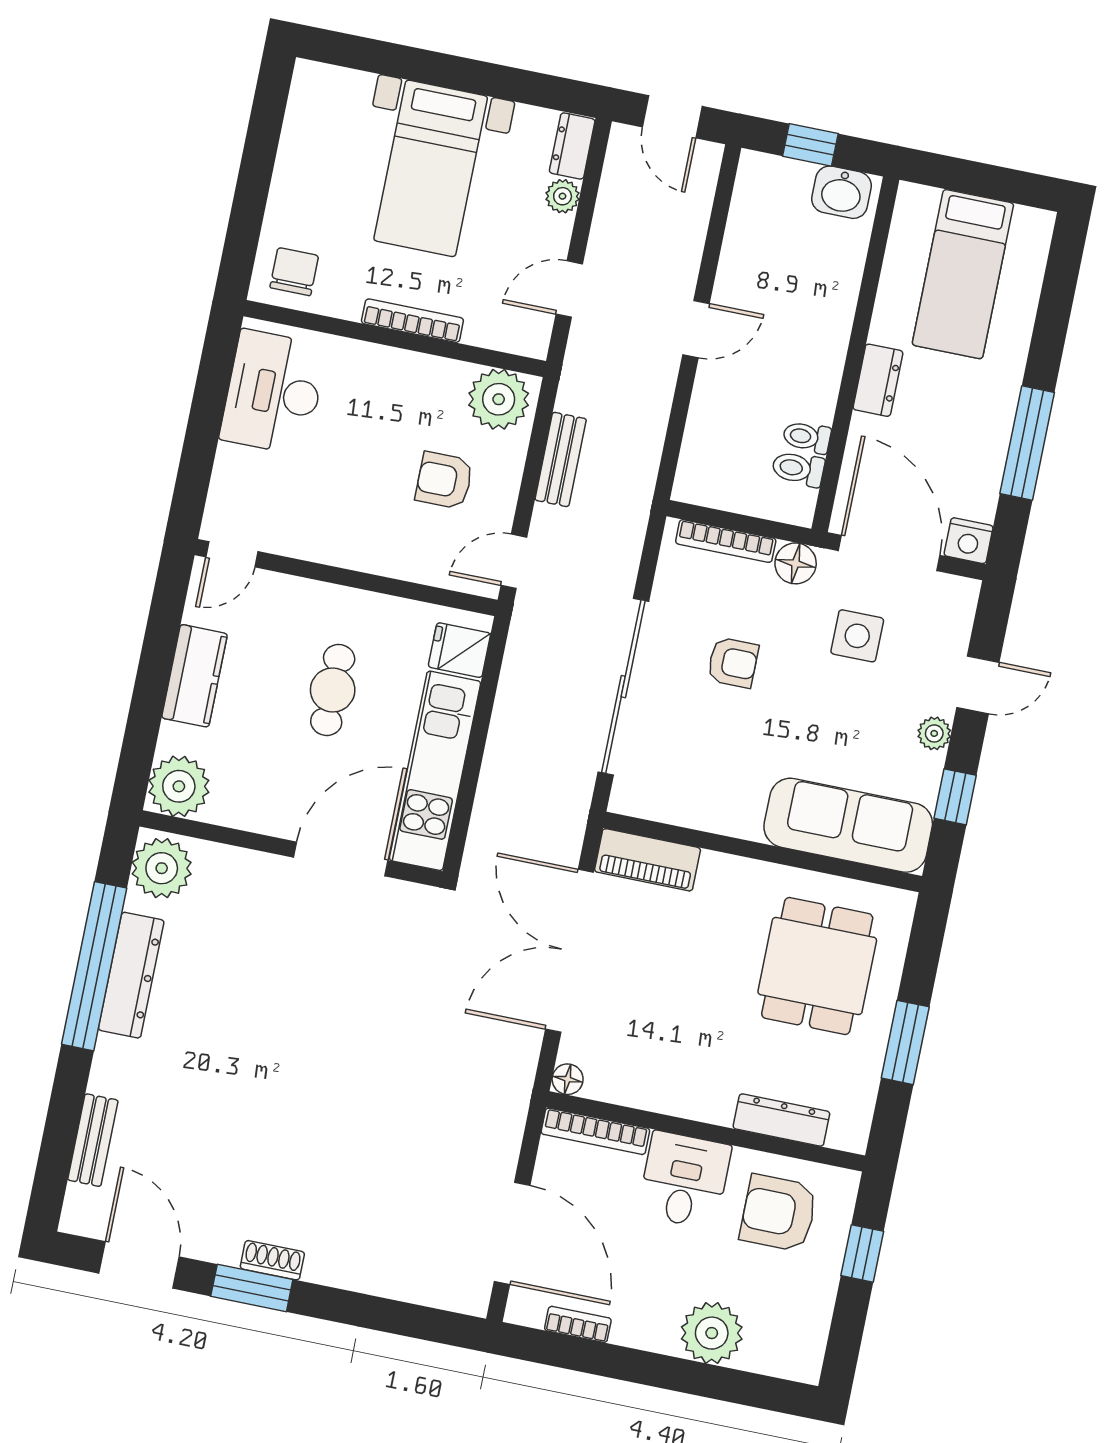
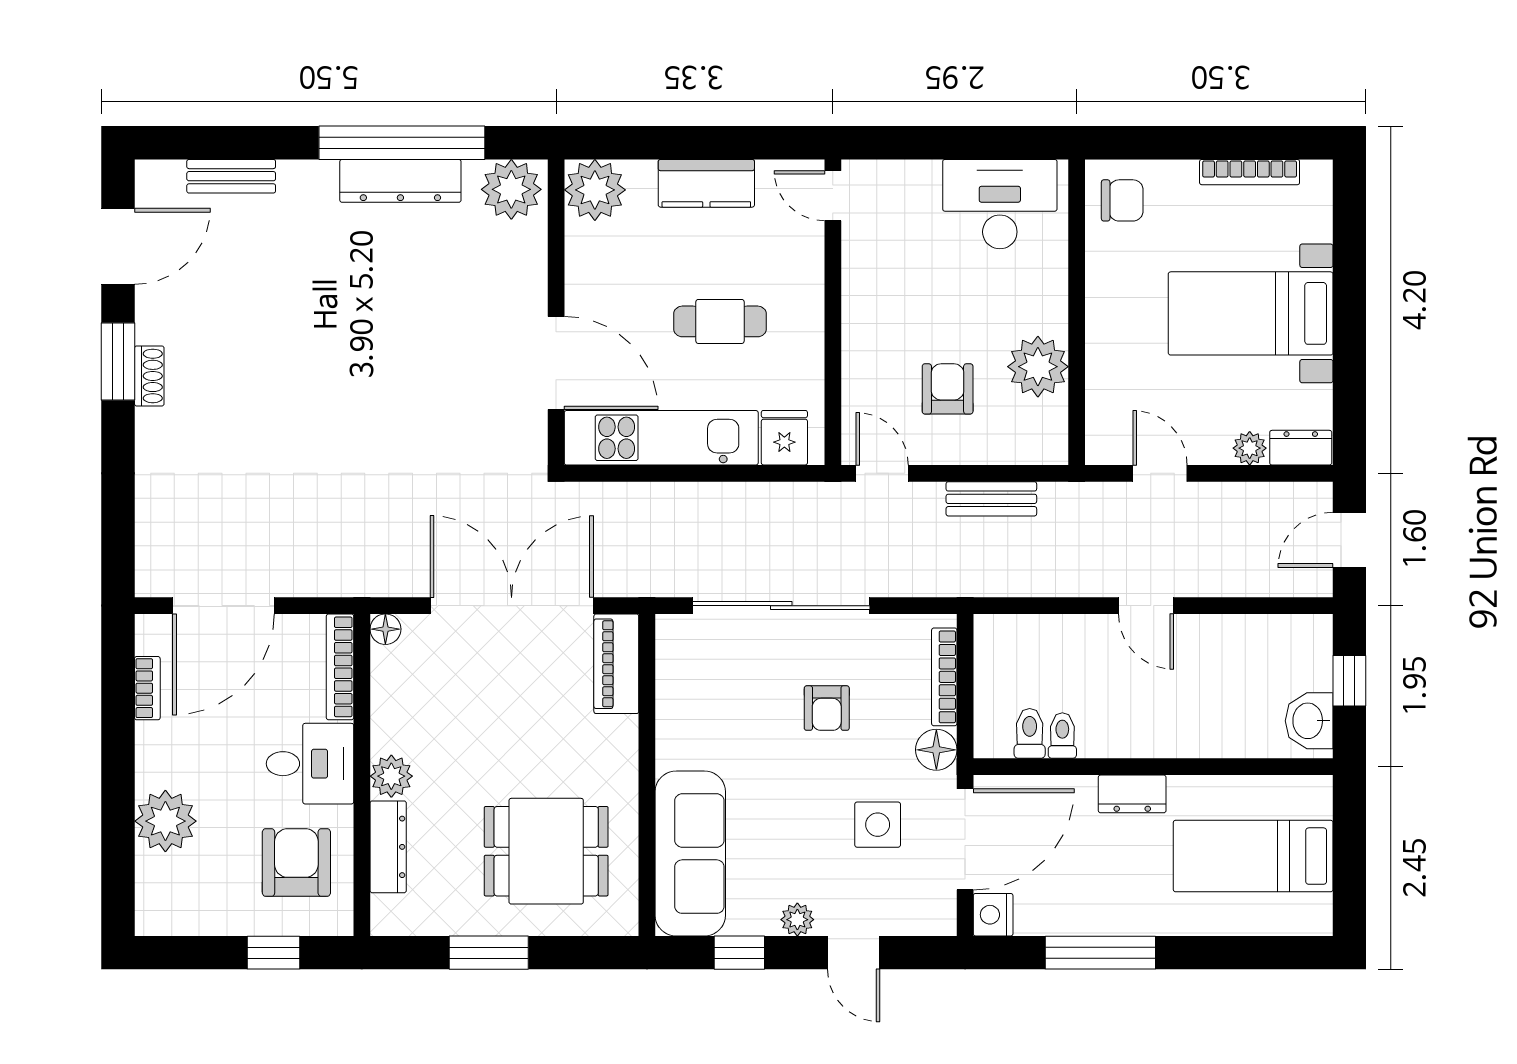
bookcase: (412, 321) -> (1250, 172), moved, turned 90
plant: (499, 399) -> (1038, 367), moved
plant: (713, 1103) -> (391, 776), added

